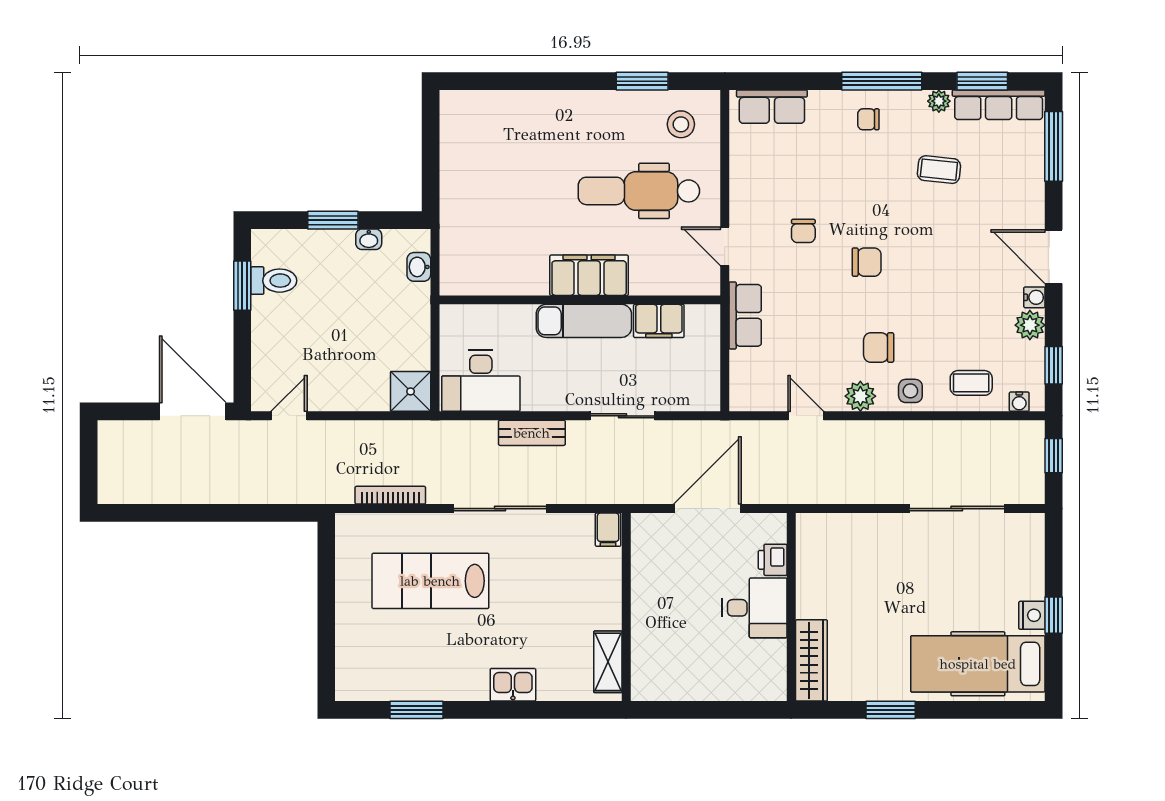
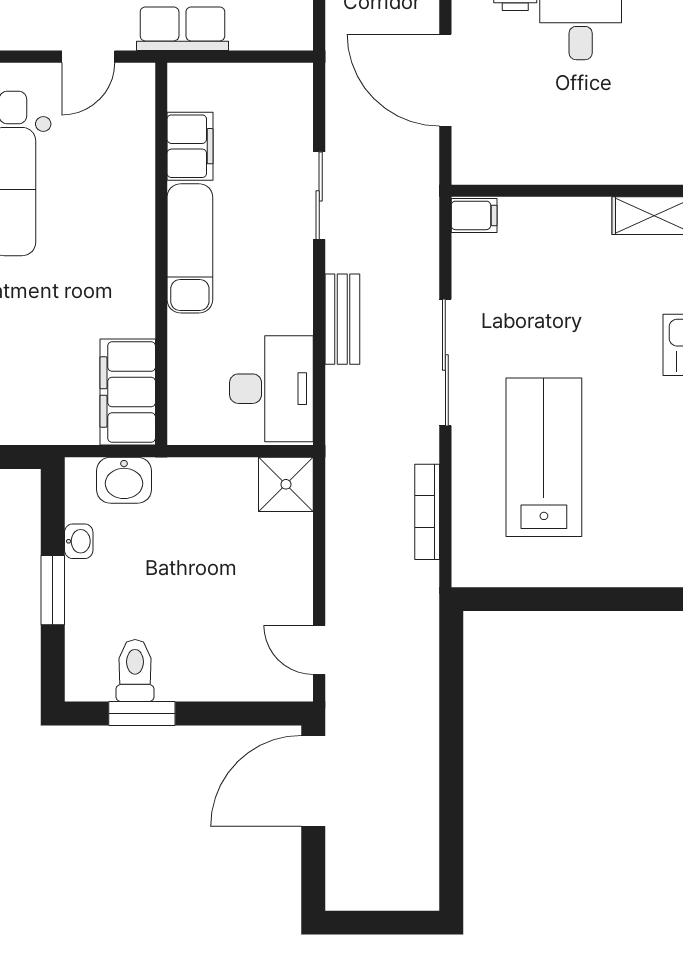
washbasin: (419, 267) -> (124, 480), width x1.38, depth x1.45
filing cabinet: (589, 275) -> (128, 392), moved
lab bench: (430, 581) -> (544, 457), turned 180

